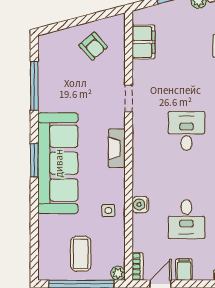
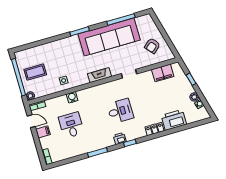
sofa: (58, 163) -> (109, 37), moved
desk: (186, 219) -> (71, 125), turned 90

